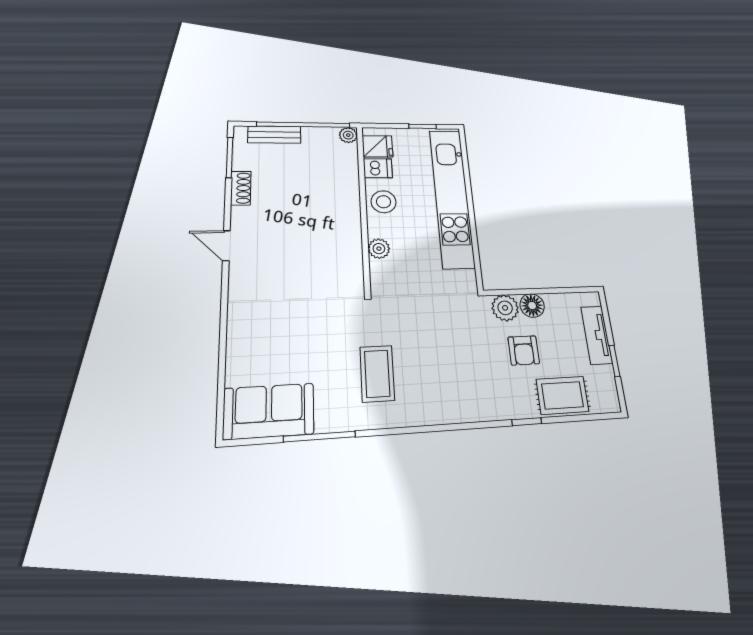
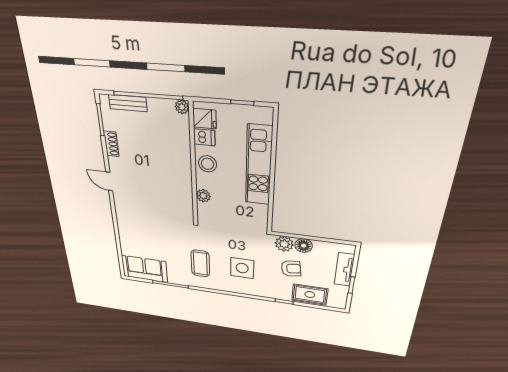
kitchen unit: (452, 197) -> (259, 166), width x0.73
armchair: (524, 350) -> (291, 269), turned -98
side table: (449, 367) -> (242, 268), added

